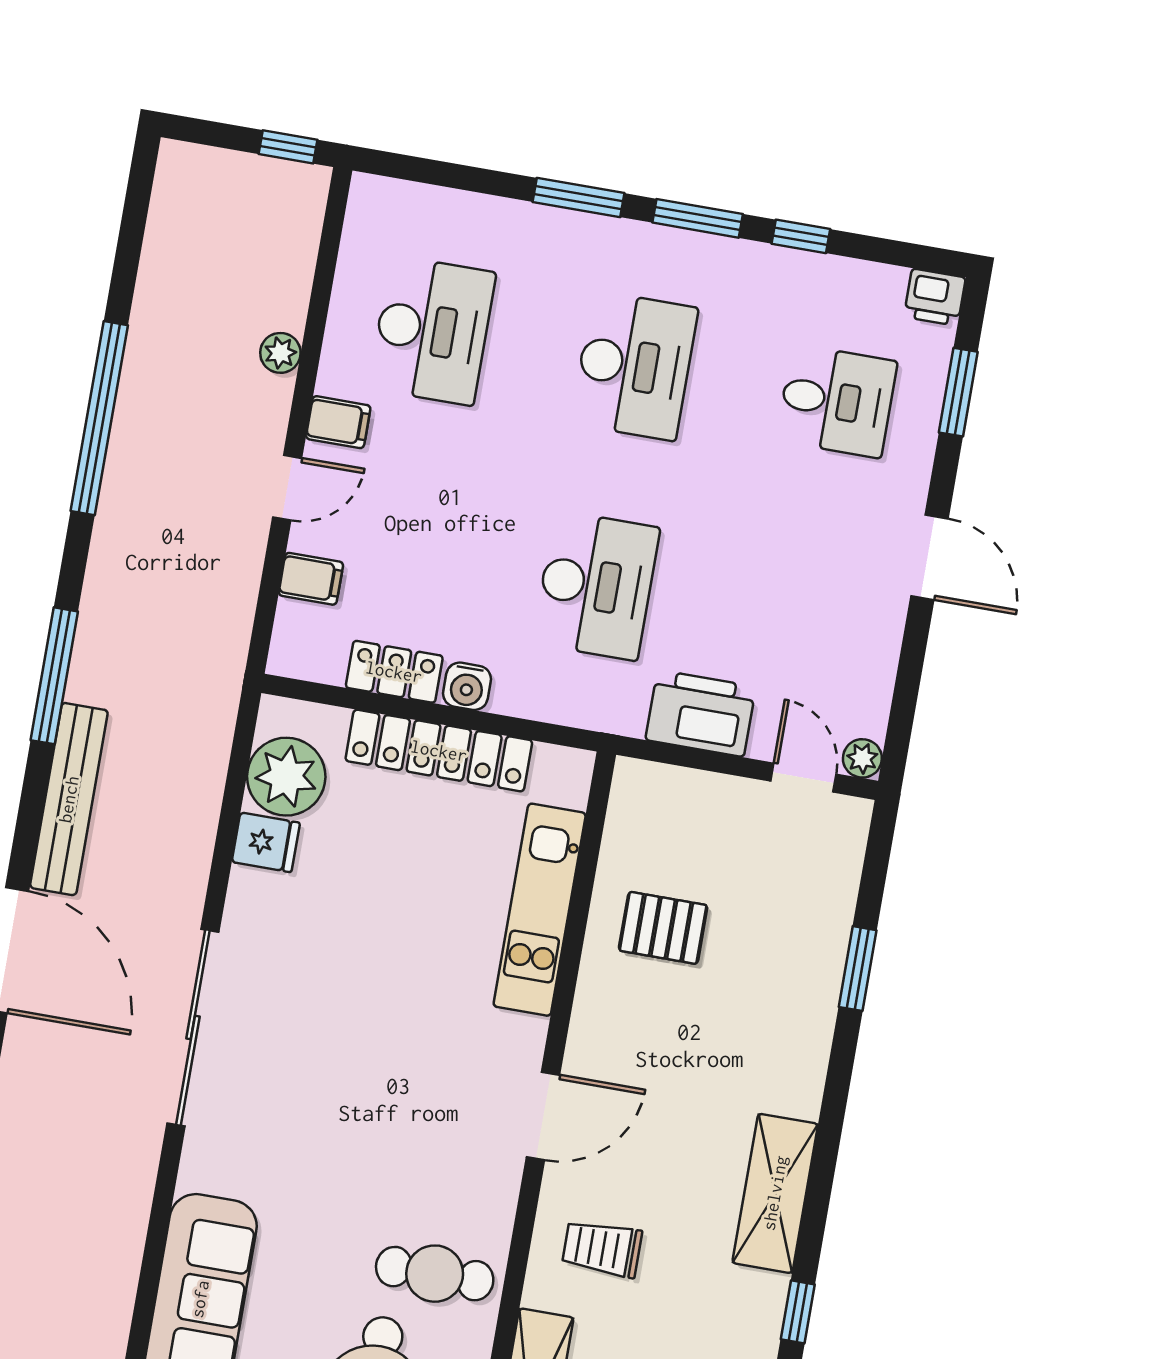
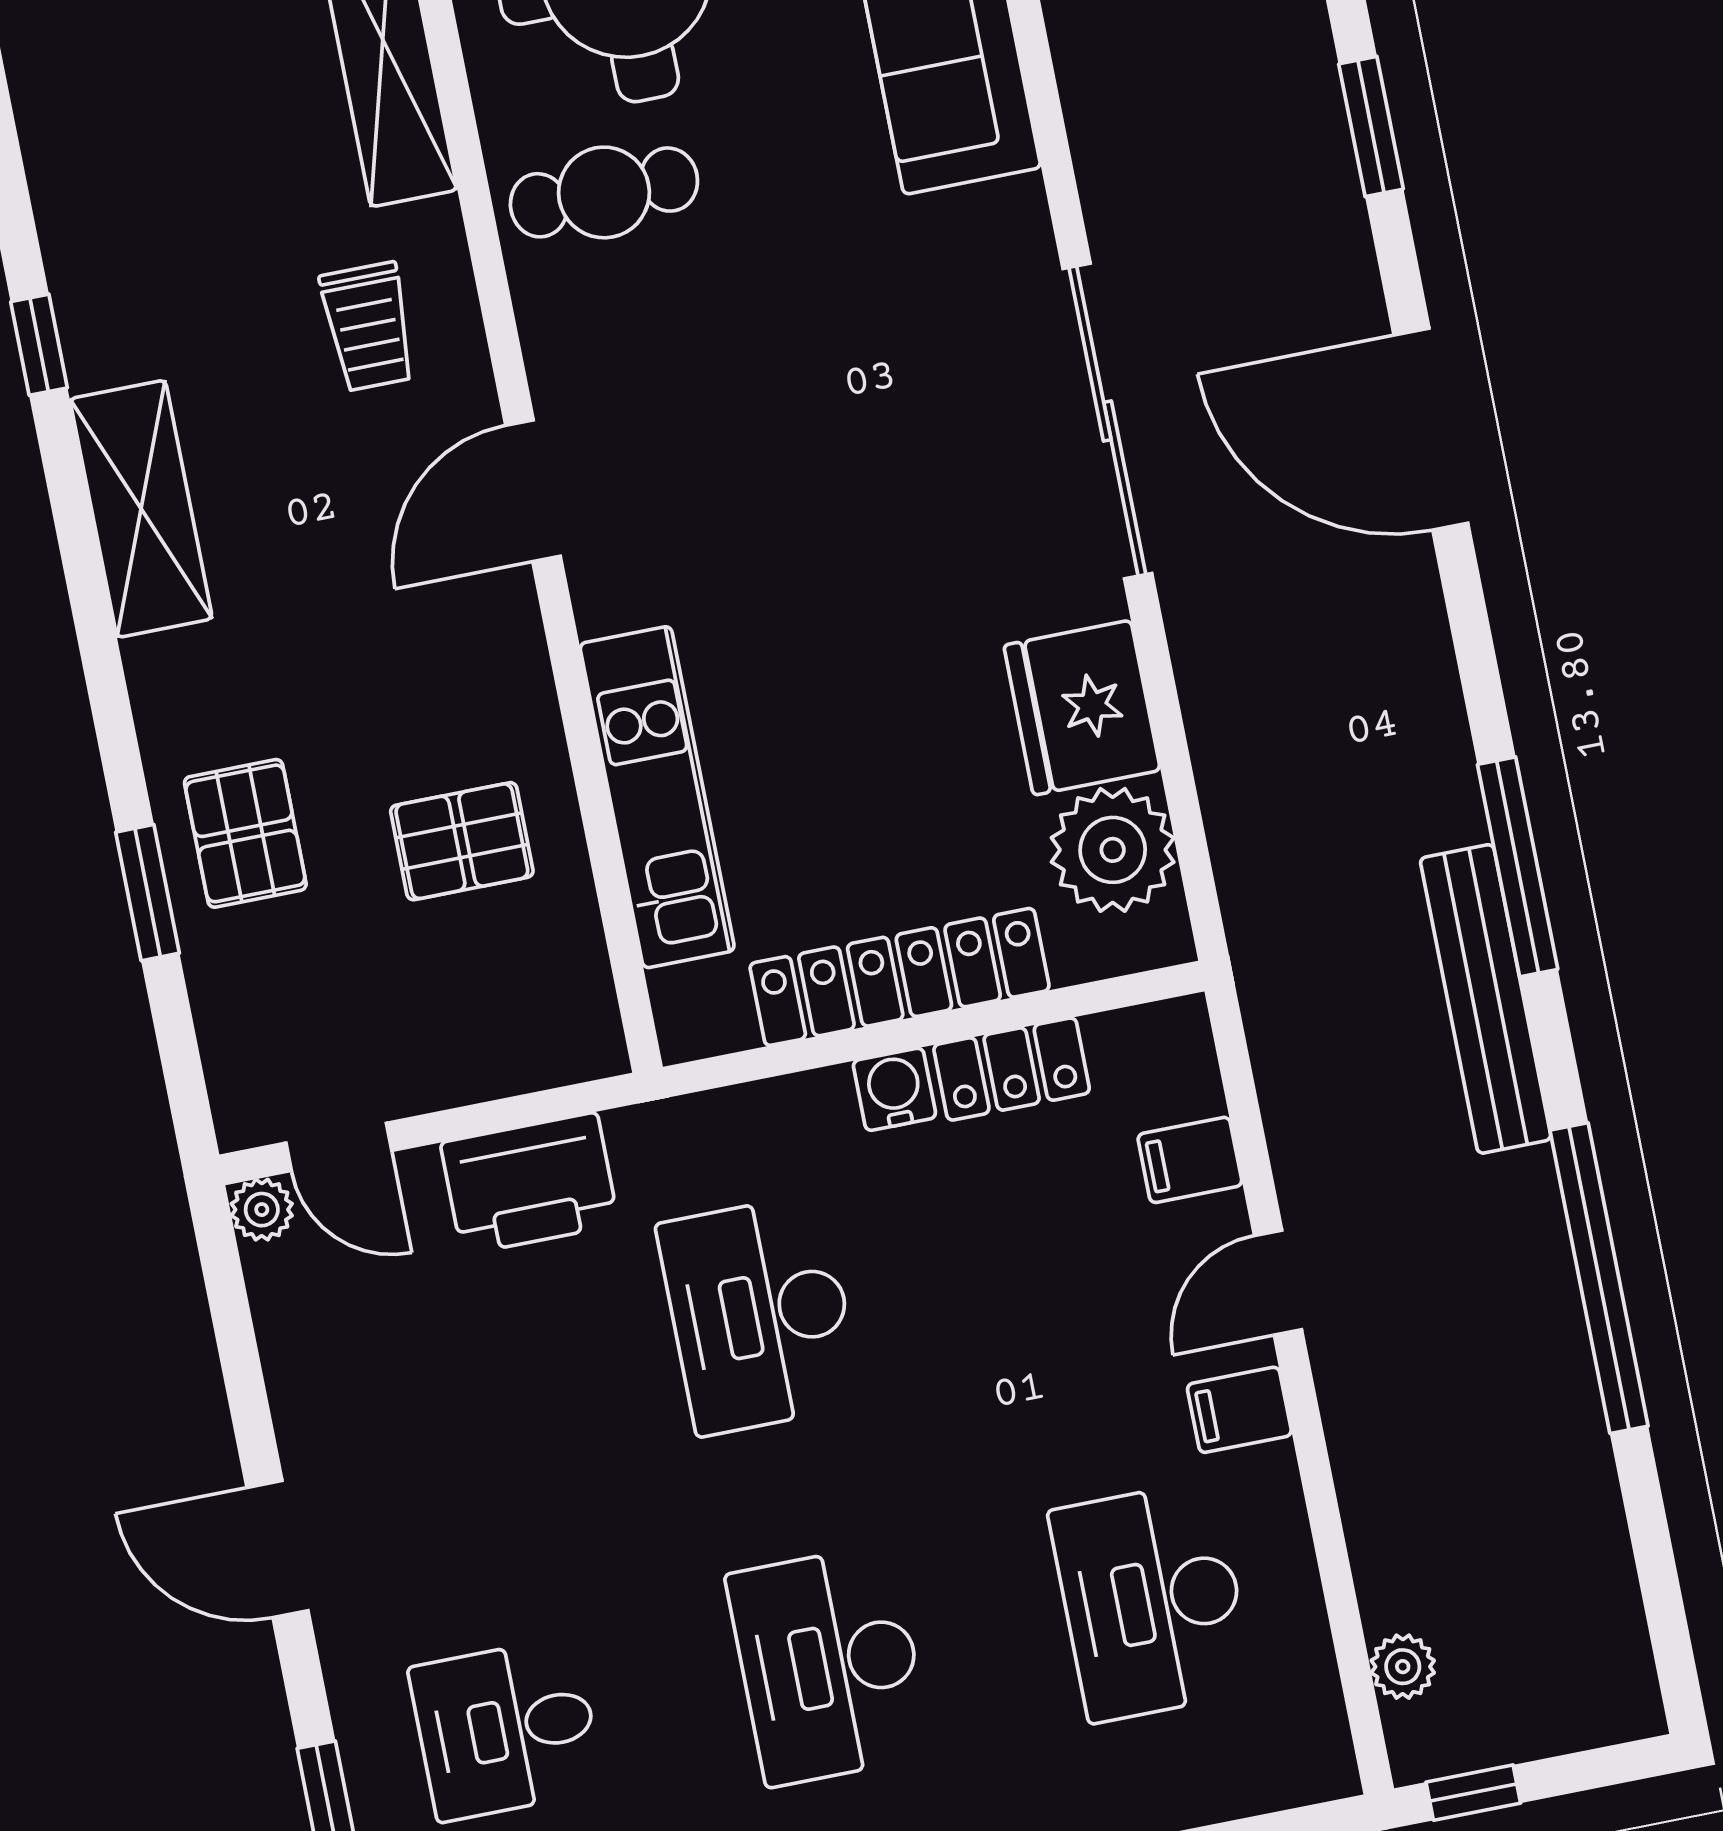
plant: (280, 353) -> (1403, 1667), moved
bench: (69, 799) -> (1486, 999), moved
fridge: (266, 842) -> (1082, 708), width x1.88, depth x1.34
pallet: (787, 981) -> (245, 833), added
trolley: (602, 1248) -> (368, 327), turned 90

